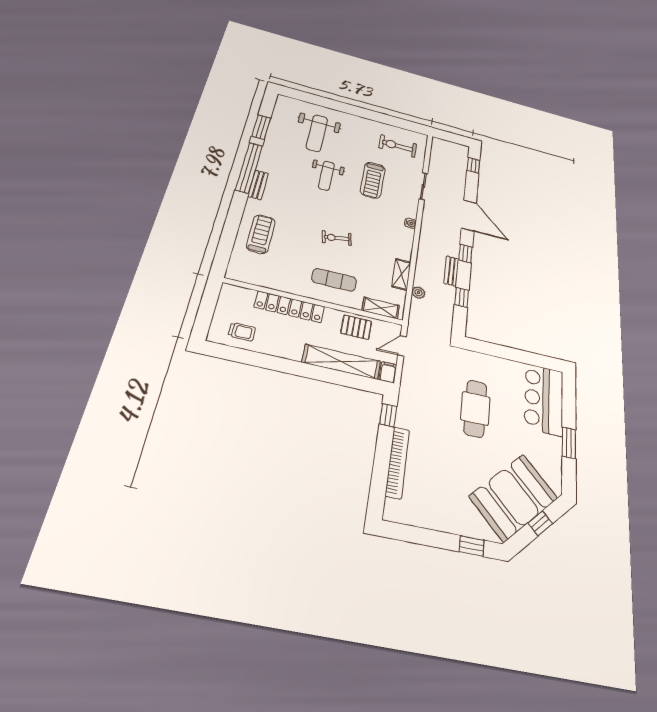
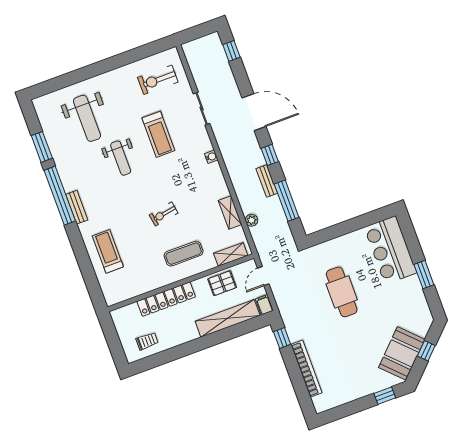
window: (462, 297) -> (287, 201), width x2.17
booth: (514, 497) -> (402, 353), width x0.73, depth x0.70

